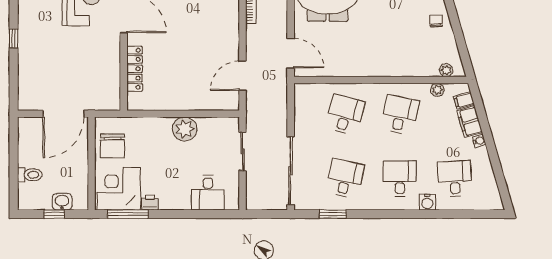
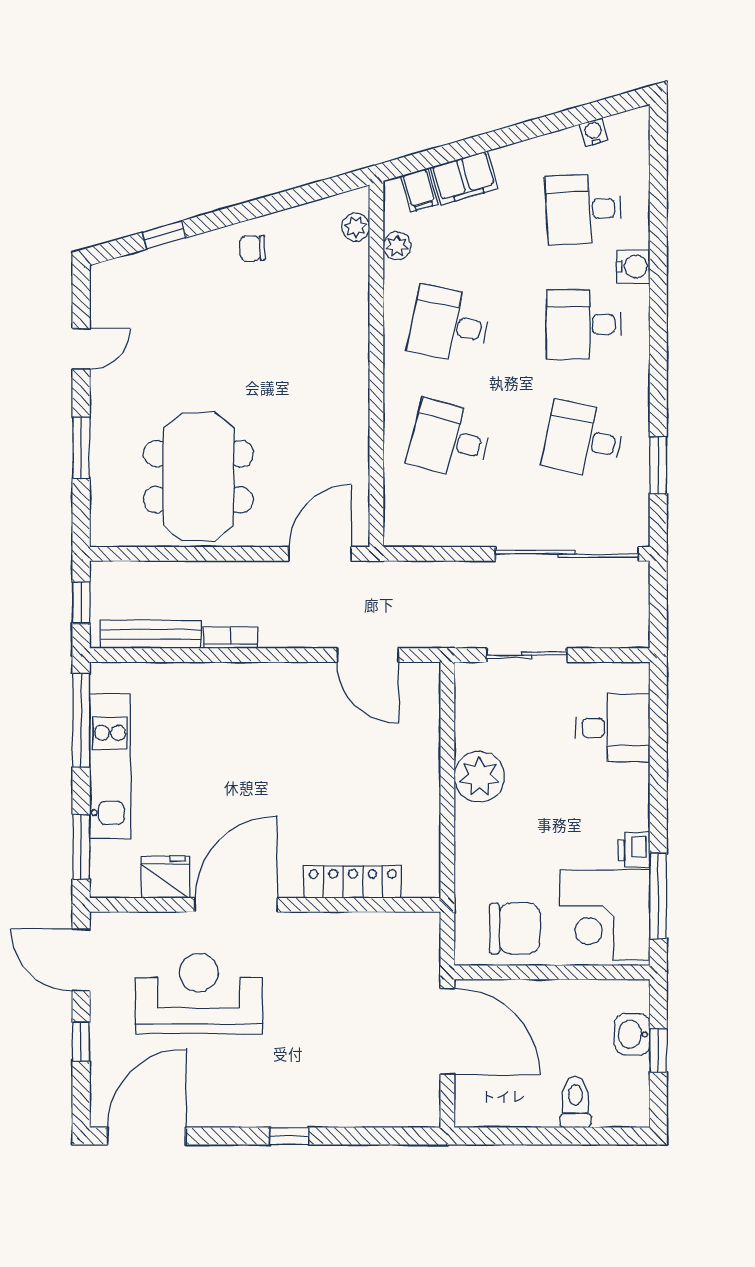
water cooler: (479, 141) -> (594, 132), moved

